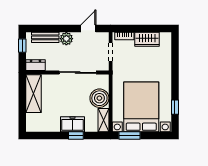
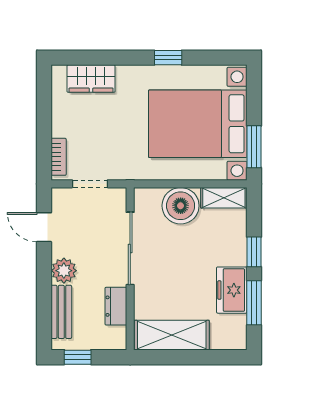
wardrobe: (147, 39) -> (91, 79), moved, turned 90
dresser: (36, 65) -> (116, 306), moved
window: (175, 107) -> (168, 58), moved
freezer: (72, 124) -> (232, 290), moved
window: (50, 136) -> (254, 303), added

